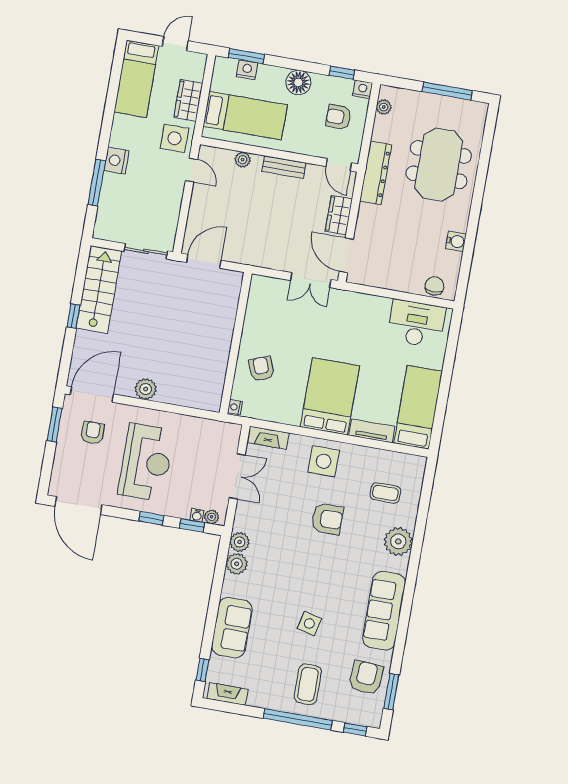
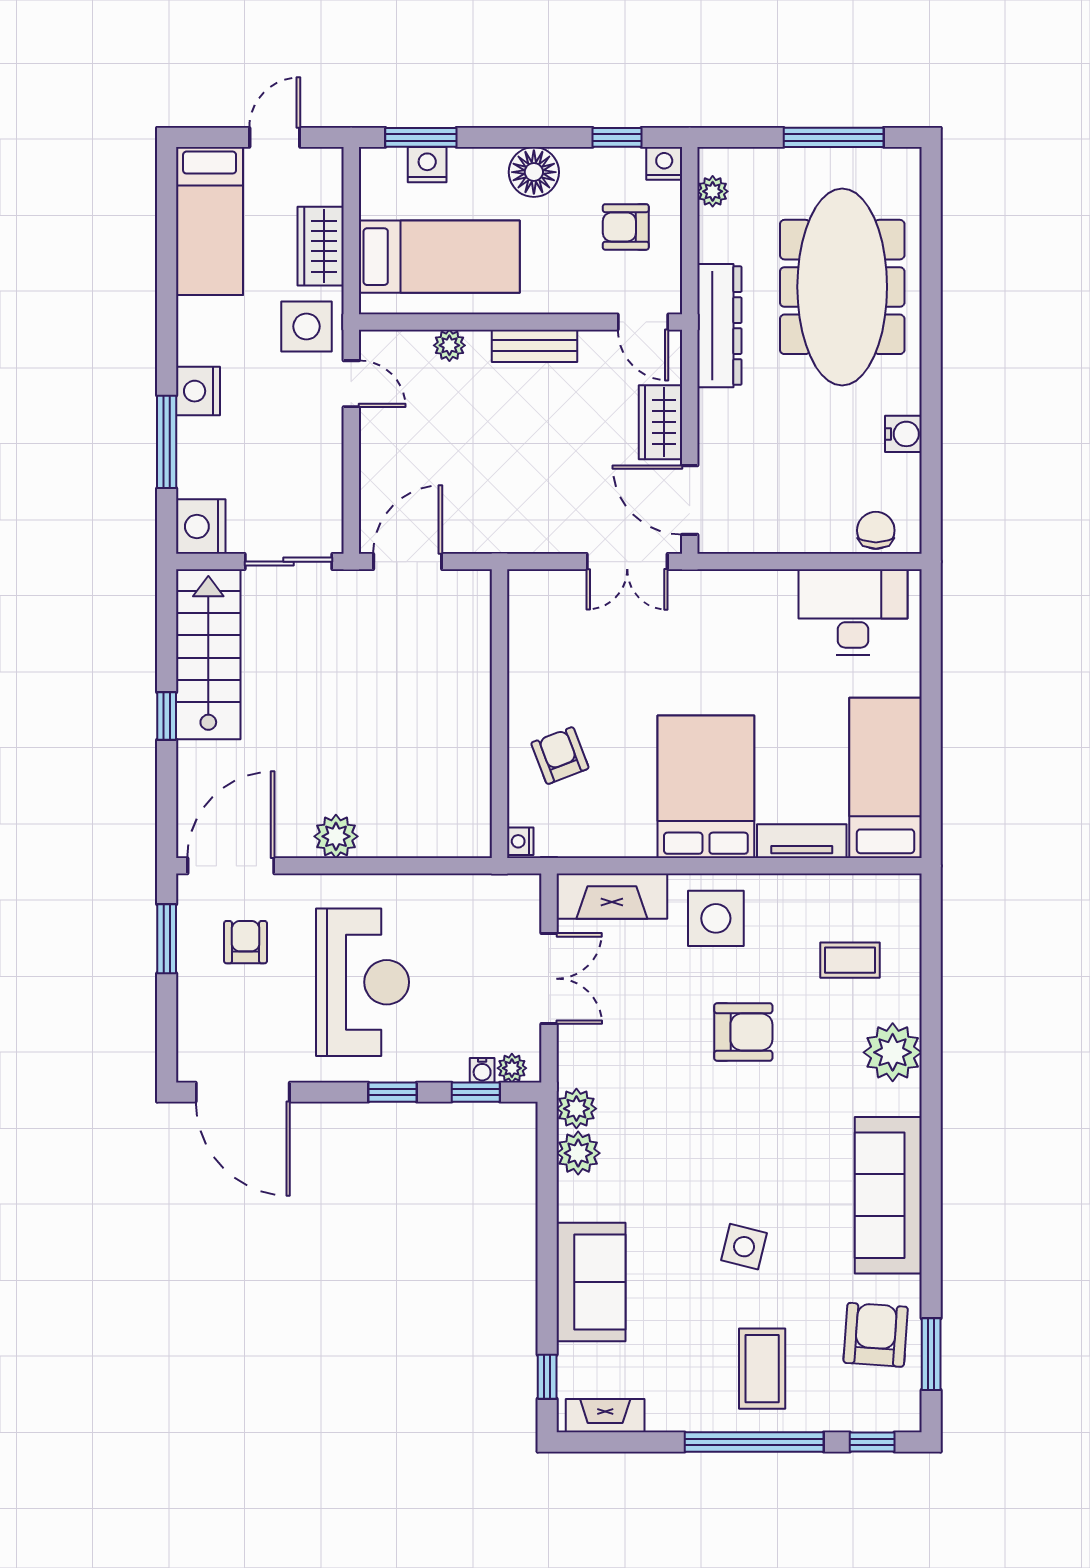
meeting table: (439, 165) -> (842, 287), width x1.36
nightstand: (106, 227) -> (201, 527), added
fireplace: (268, 438) -> (612, 896), width x1.37, depth x1.32

